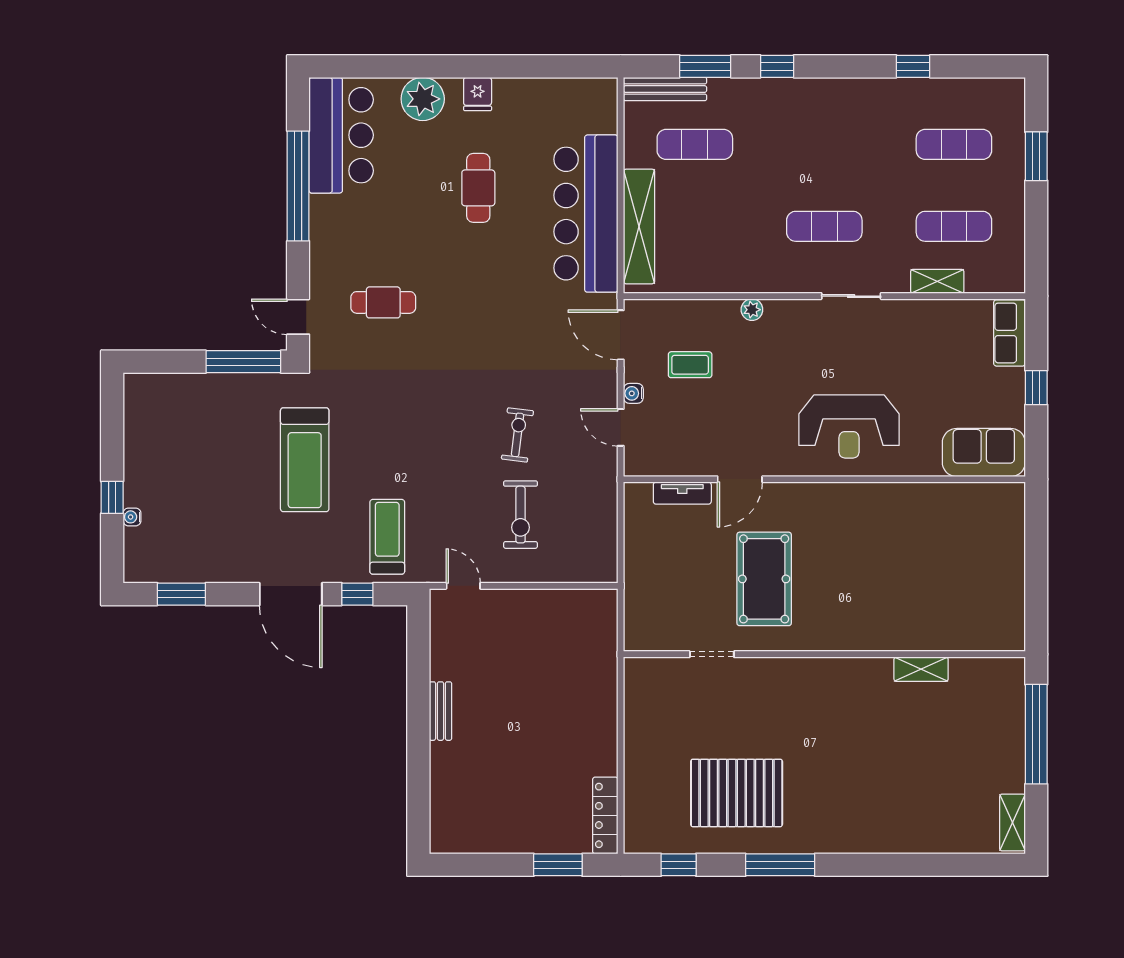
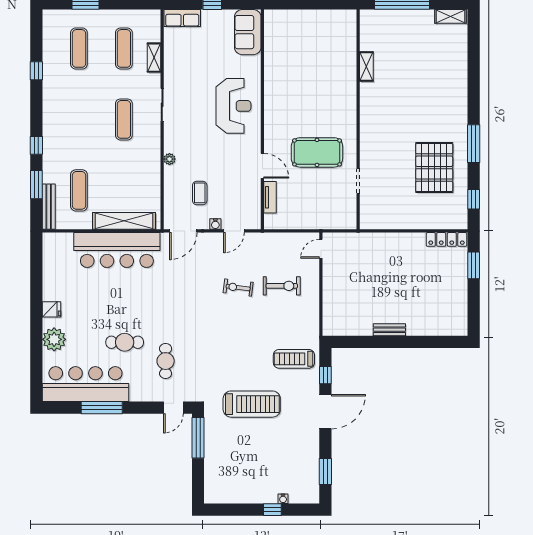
bar counter: (341, 135) -> (85, 384), width x1.36
window: (298, 186) -> (102, 408), width x0.68
cafe table: (478, 188) -> (125, 342), moved
door: (463, 586) -> (321, 249), moved

